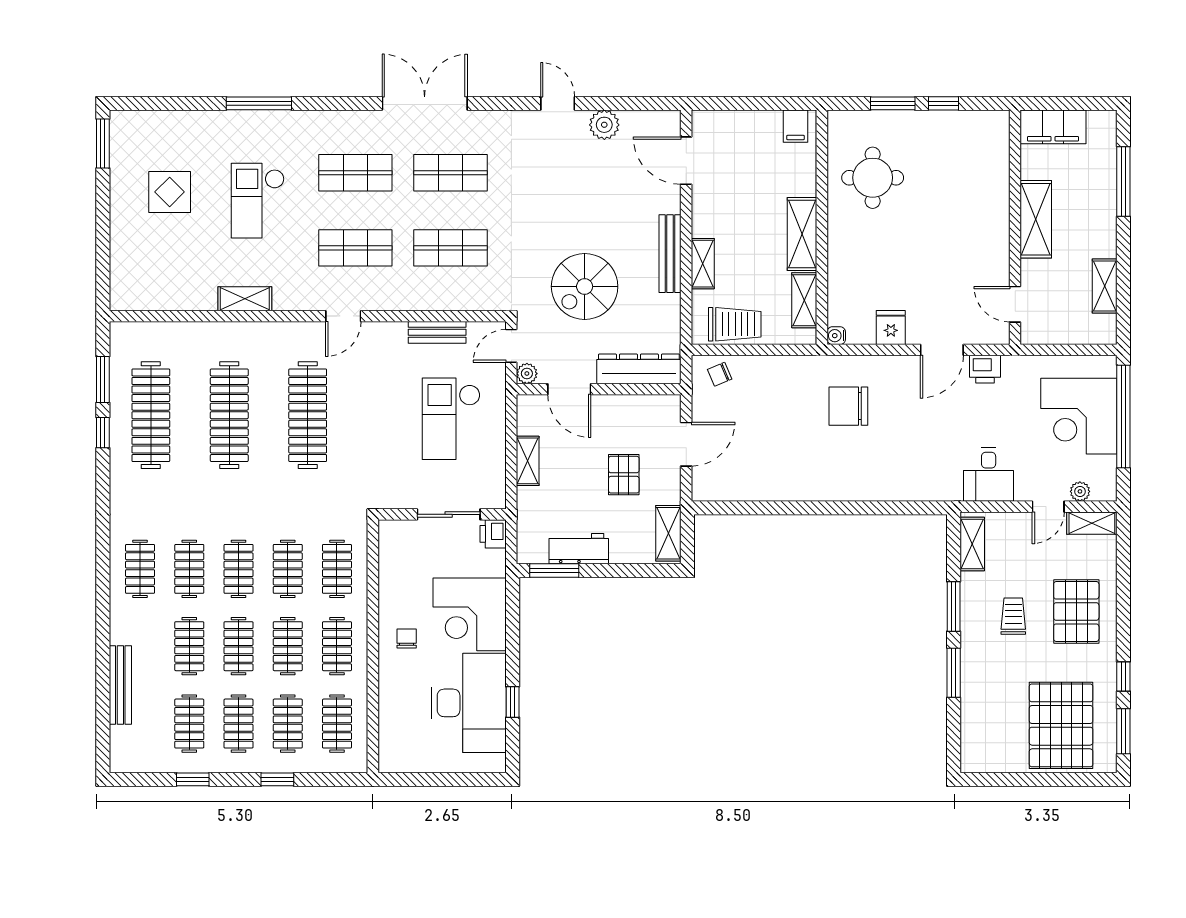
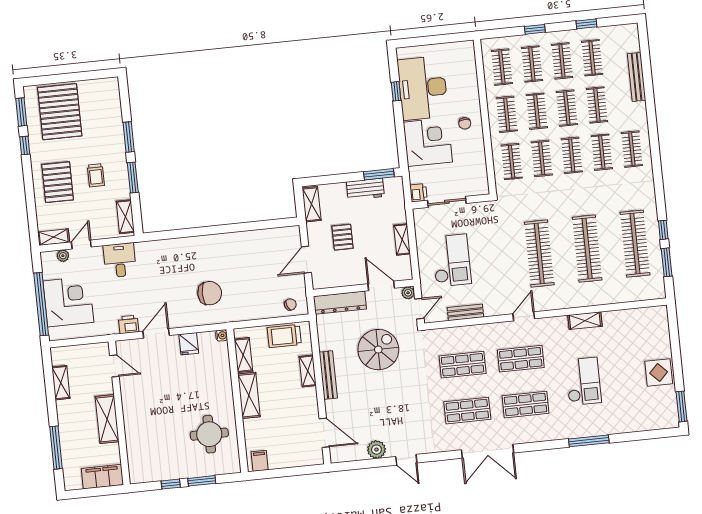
display table: (170, 192) -> (659, 372), moved

